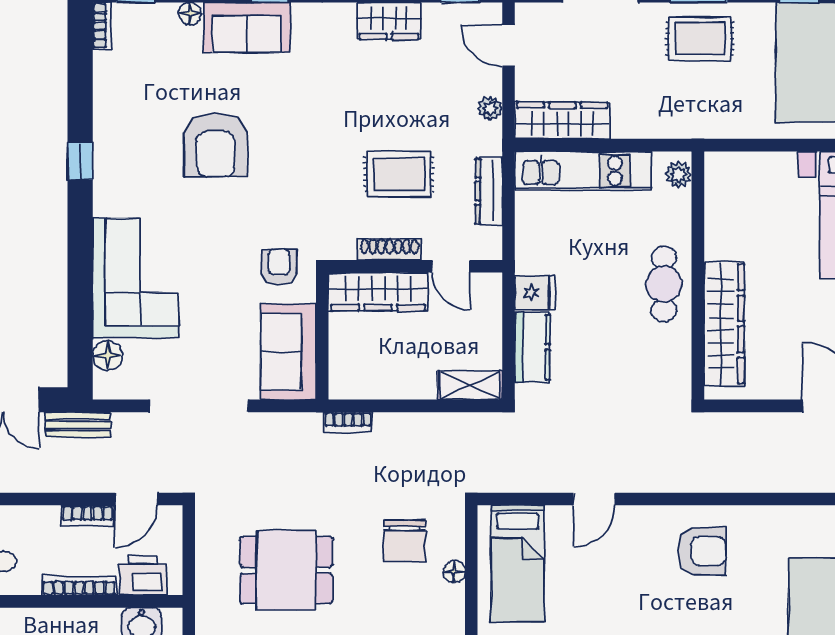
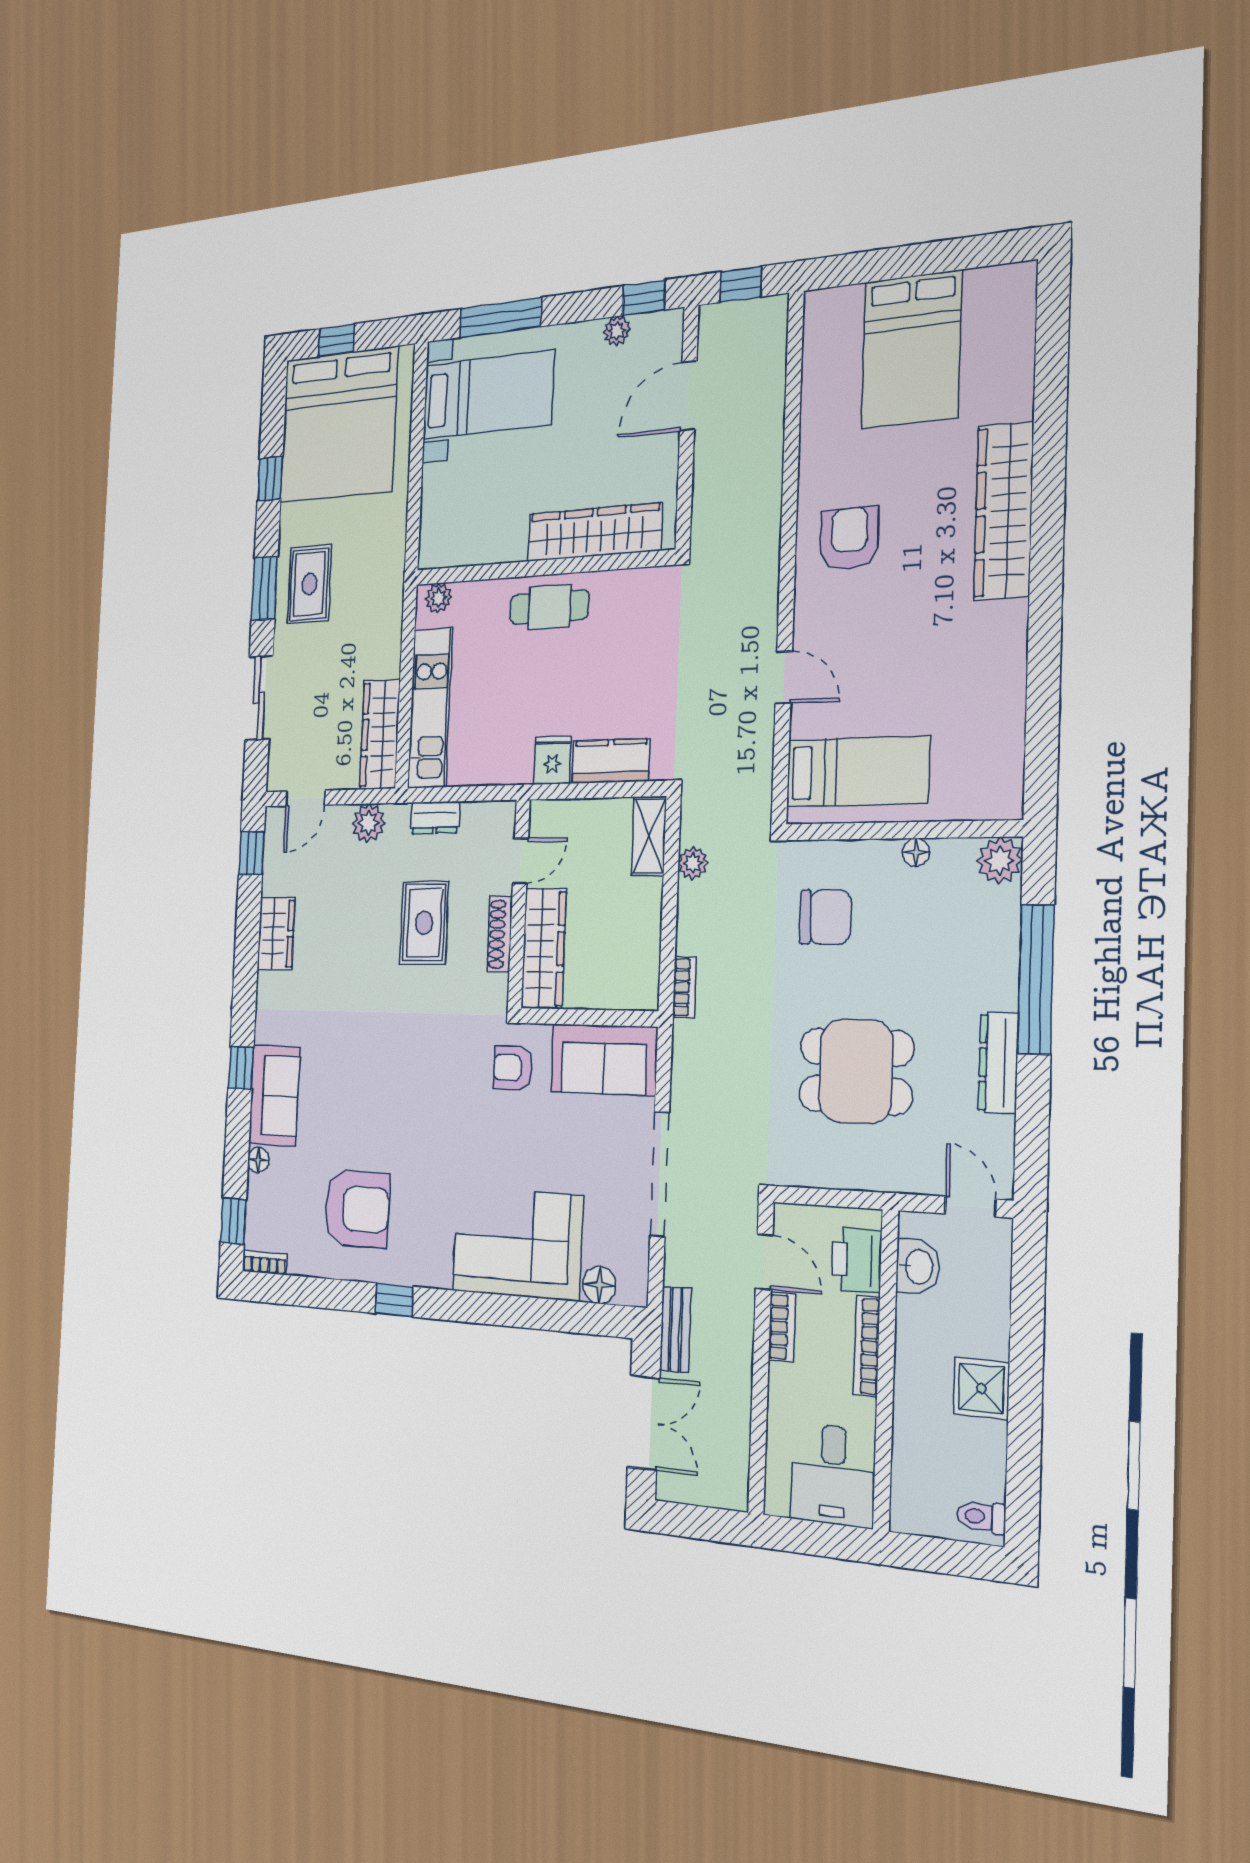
plant: (490, 108) -> (368, 823), width x1.38, depth x1.38
armchair: (216, 145) -> (357, 1209), moved
dresser: (489, 191) -> (435, 818), width x0.70
plant: (448, 425) -> (693, 863), added
dining table: (286, 570) -> (856, 1071), turned 90
floor lamp: (454, 572) -> (916, 852), moved

